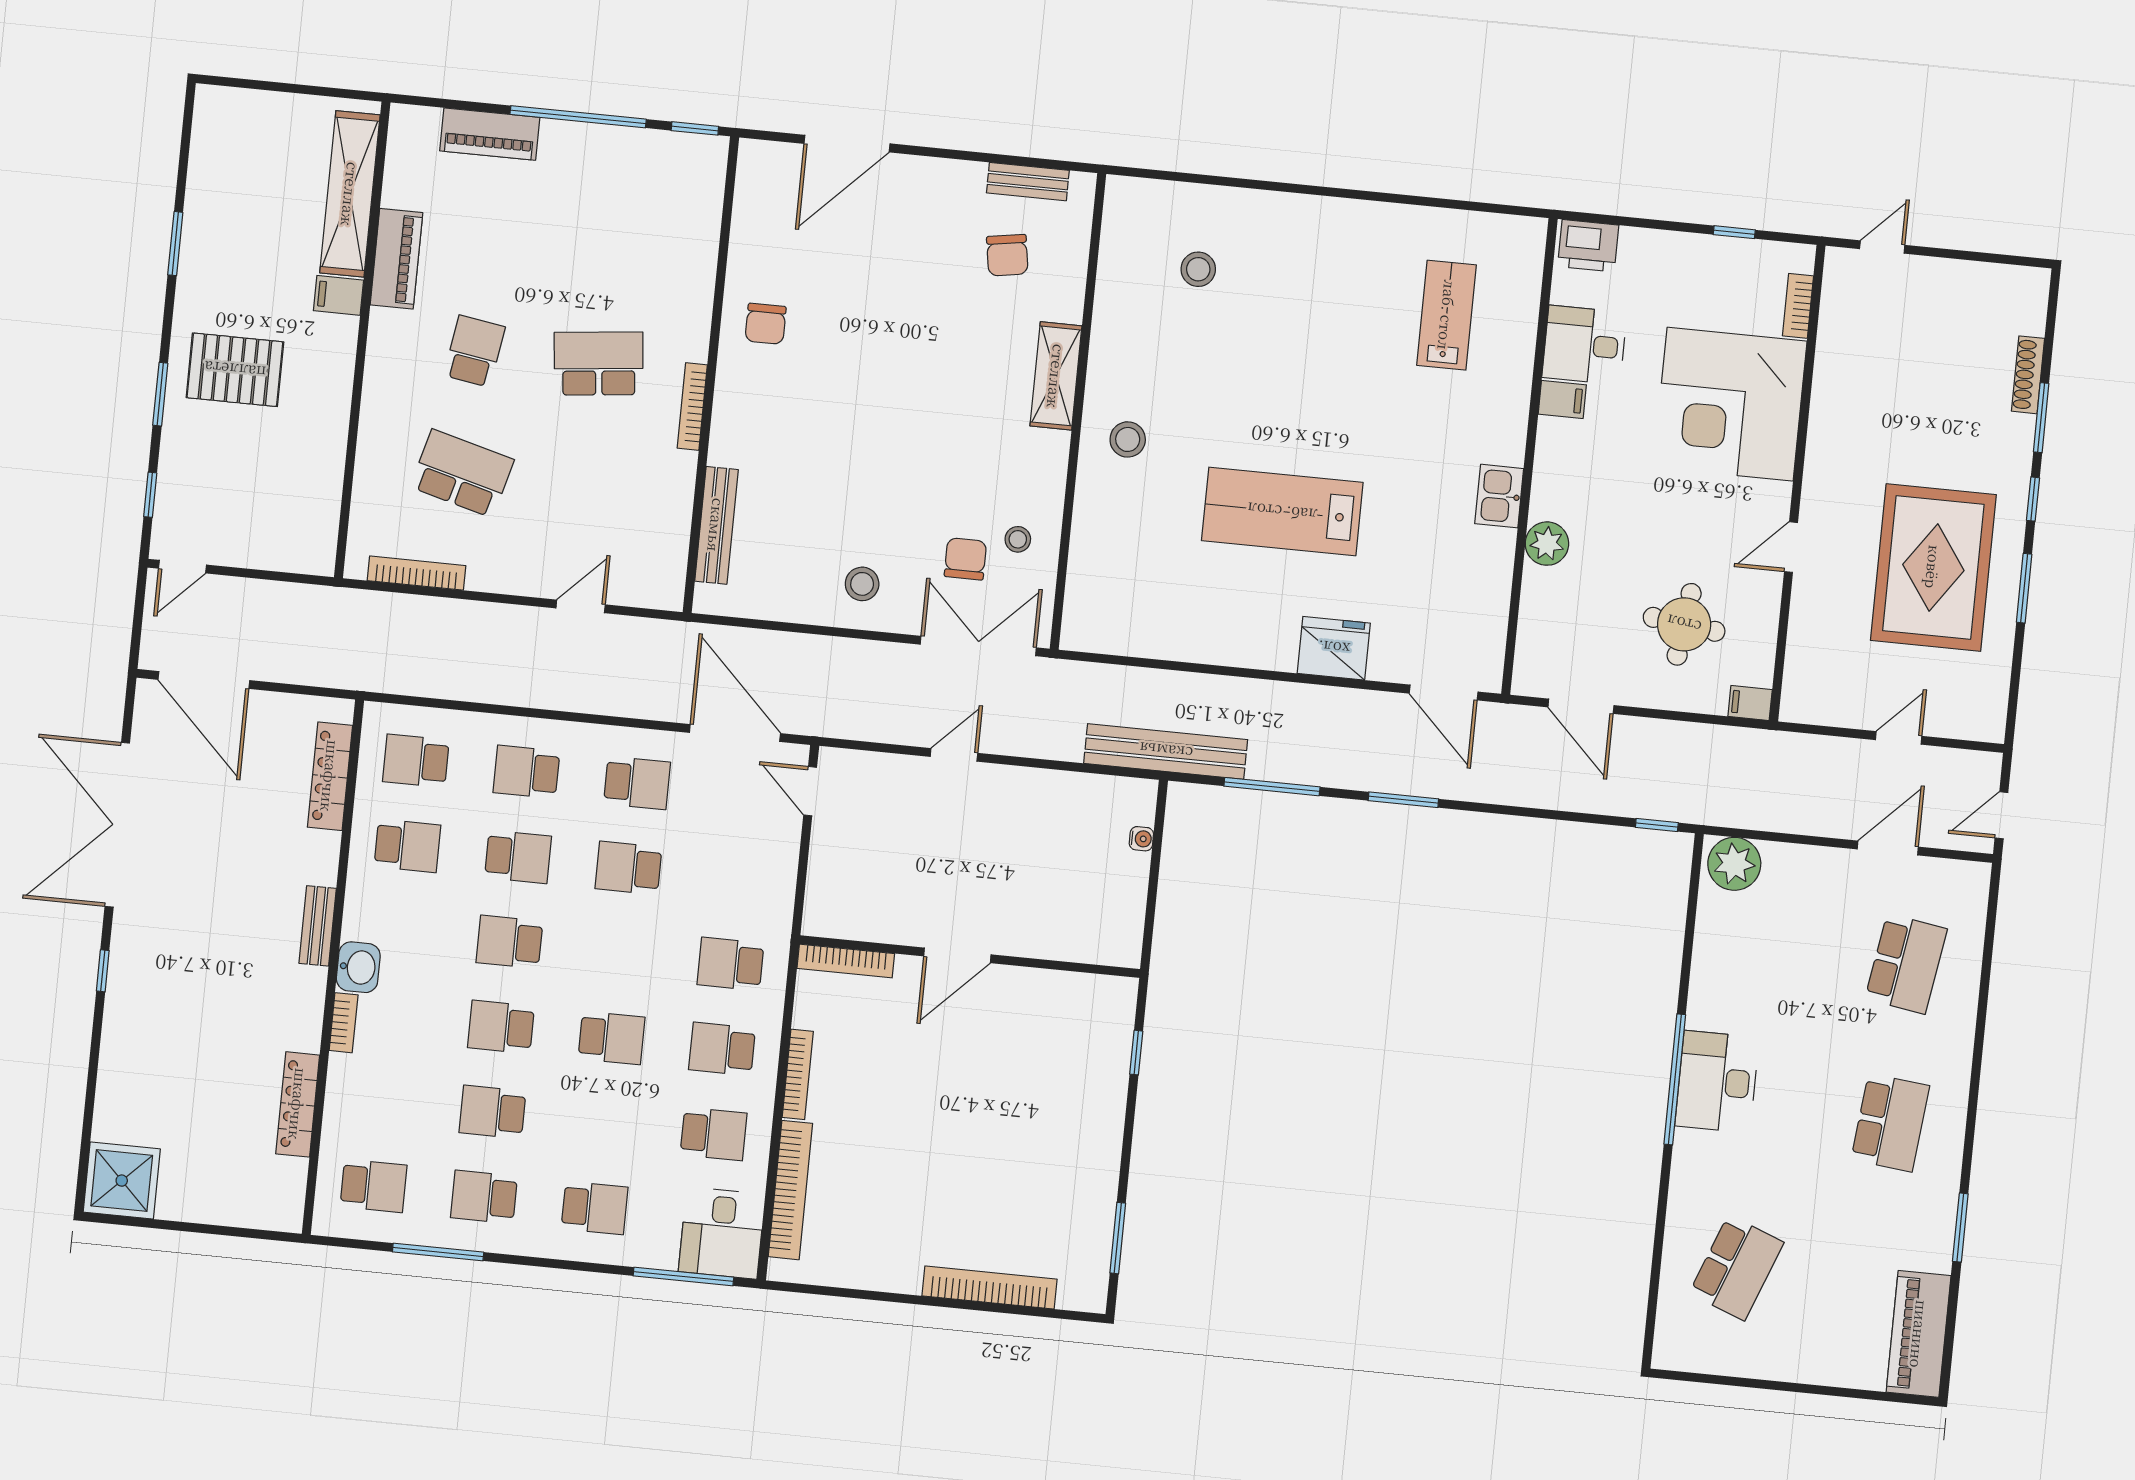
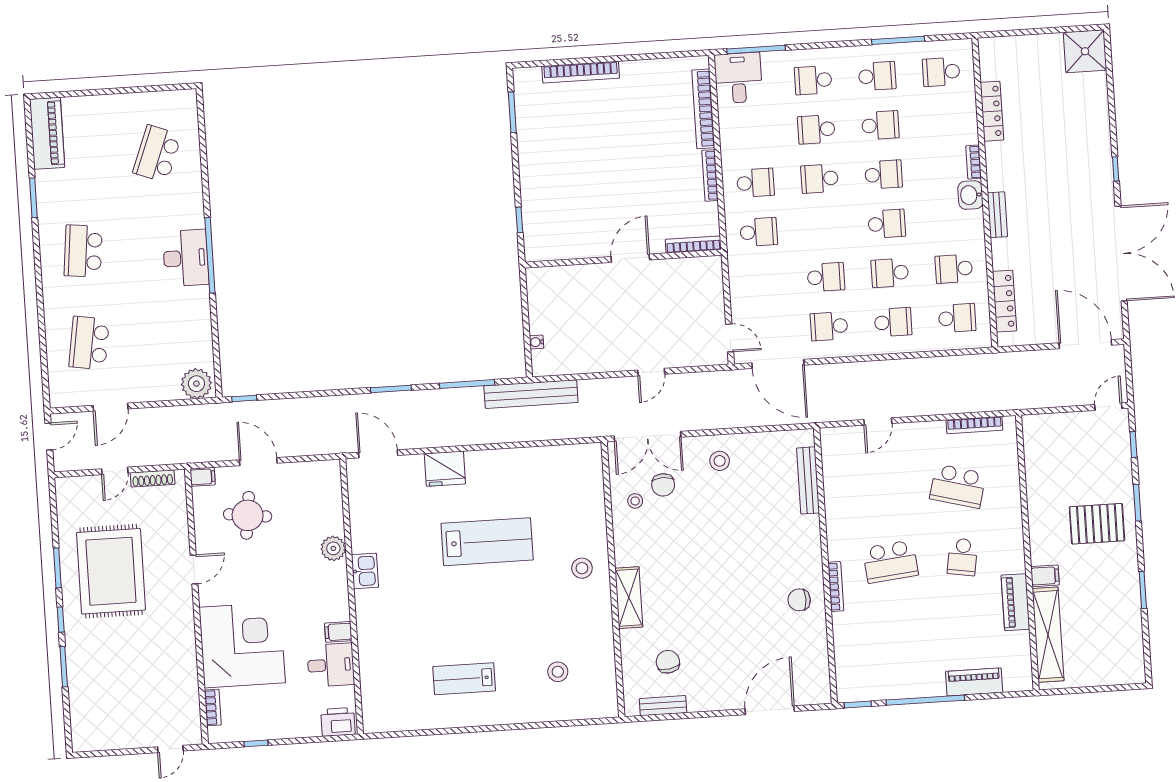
lab bench: (1447, 315) -> (464, 679), moved, turned 90
chair: (766, 324) -> (799, 600), turned -90
shoe rack: (2028, 375) -> (153, 478), moved, turned 90
bookcase: (692, 407) -> (836, 587), moved
door: (1581, 706) -> (258, 462), moved
school desk: (714, 1134) -> (816, 129), moved

